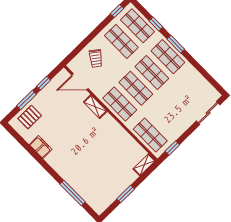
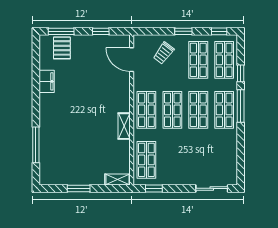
window: (95, 33) -> (183, 31), added
window: (176, 44) -> (241, 106), width x1.44
window: (26, 100) -> (61, 31), moved
shelving: (95, 107) -> (124, 126), moved
pallet: (30, 117) -> (62, 48), turned 90

